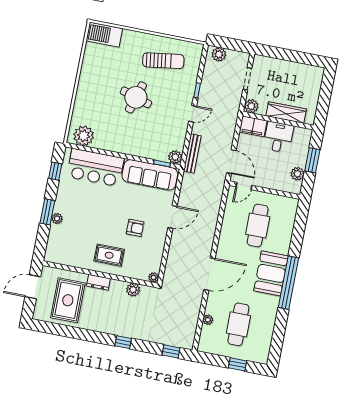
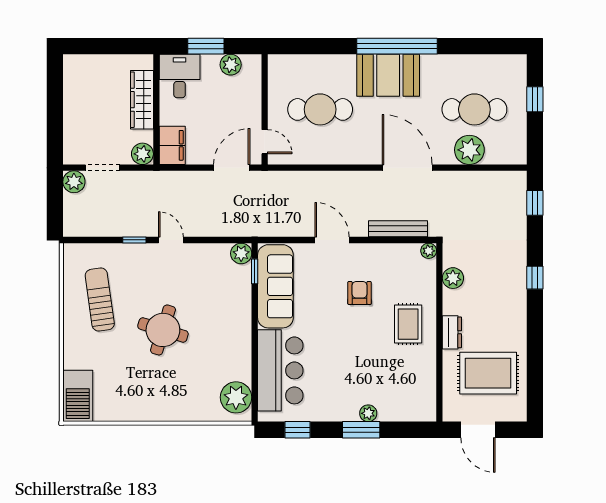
plant: (219, 54) -> (74, 182), moved
desk: (278, 137) -> (180, 76), moved, turned 90
bench: (192, 153) -> (398, 229), moved
plant: (208, 320) -> (469, 150), width x1.88, depth x1.88

